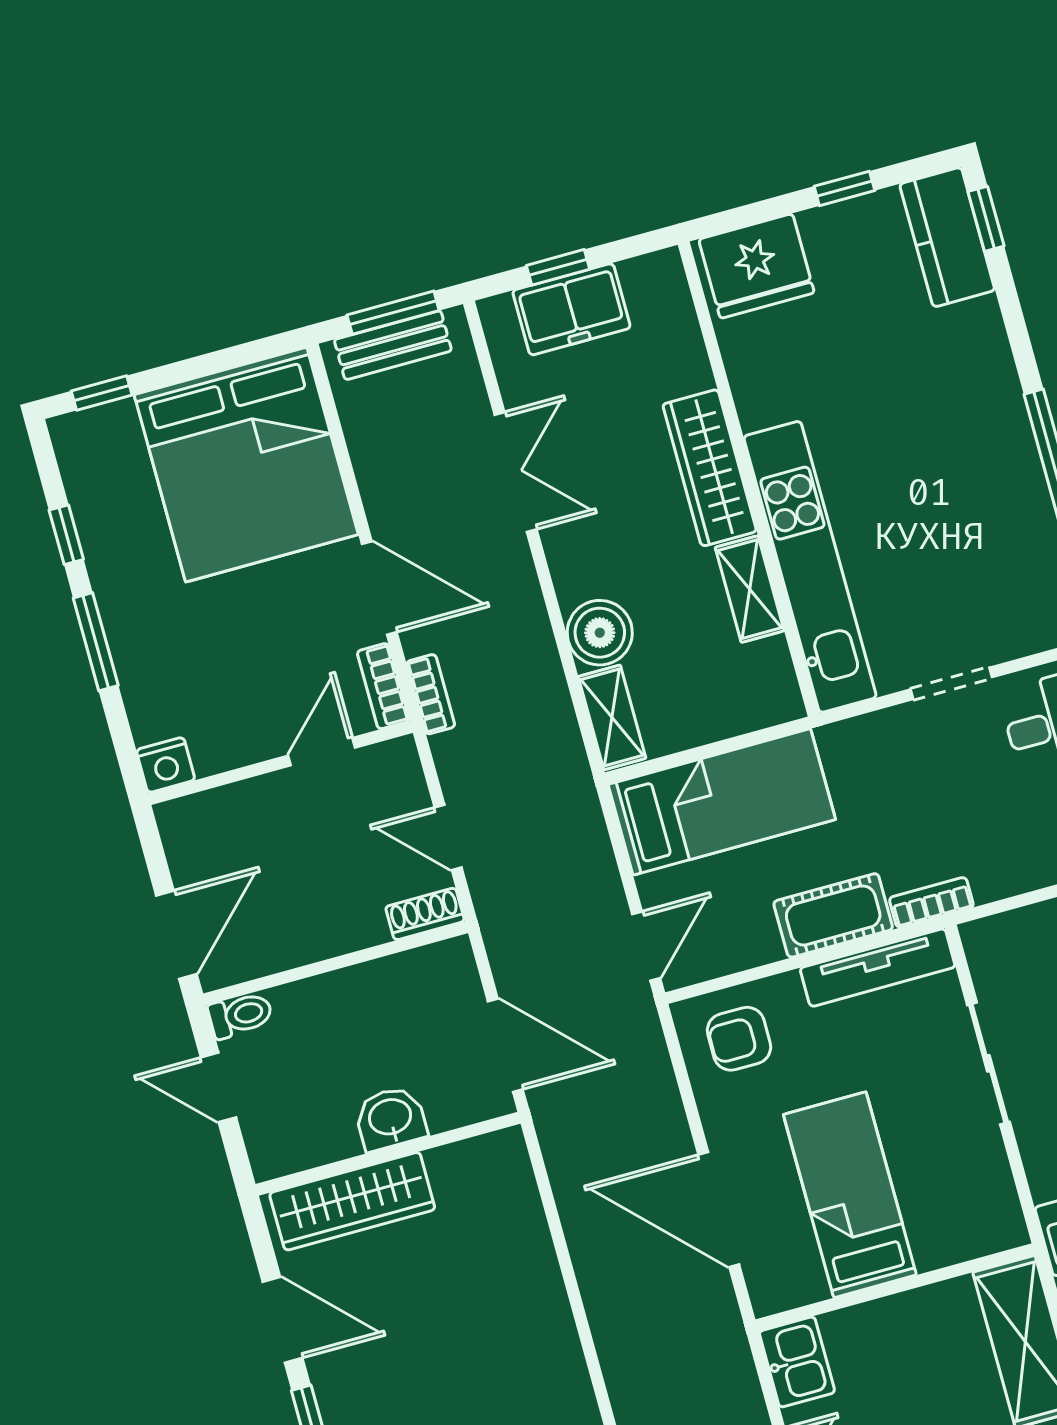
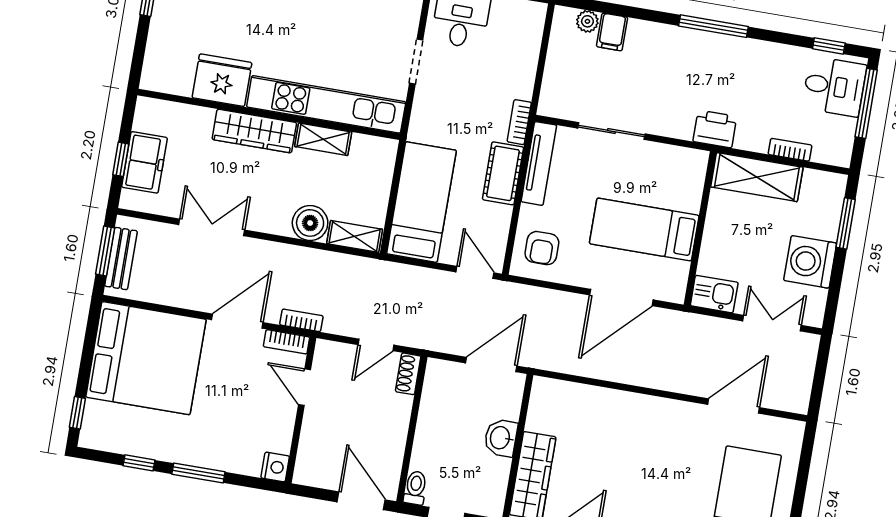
fridge: (756, 266) -> (222, 80), moved, turned -90

